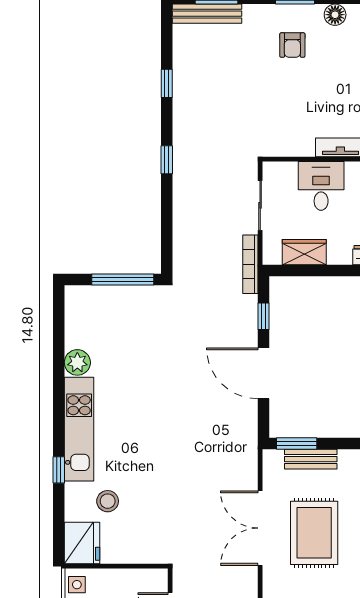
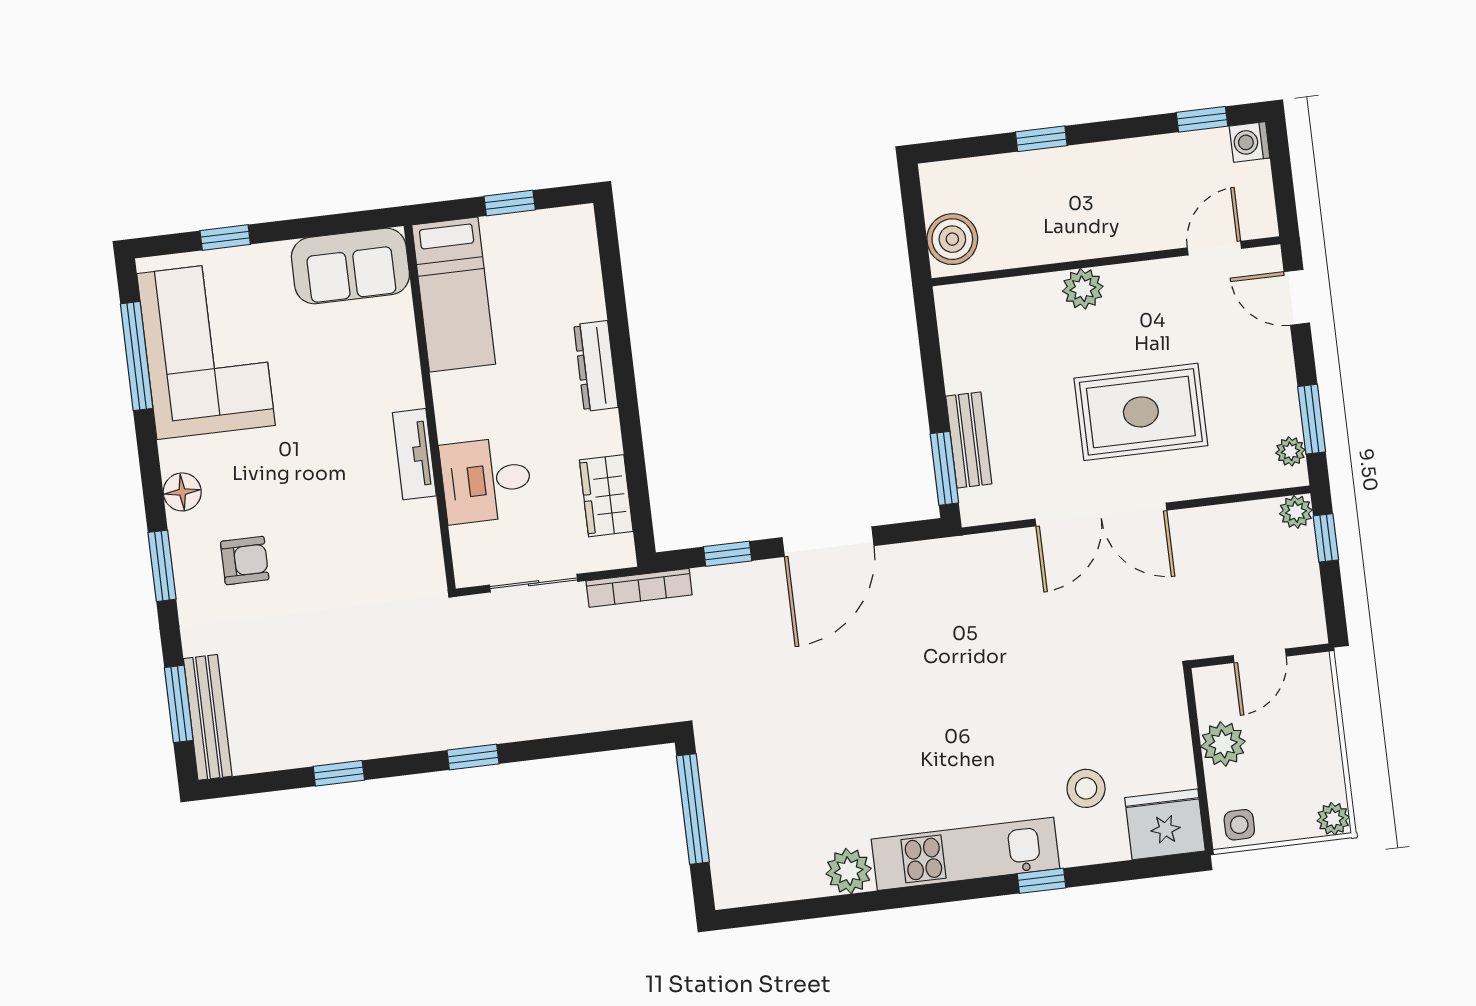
rug: (314, 533) -> (1141, 412), moved
plant: (123, 581) -> (1223, 744), added

